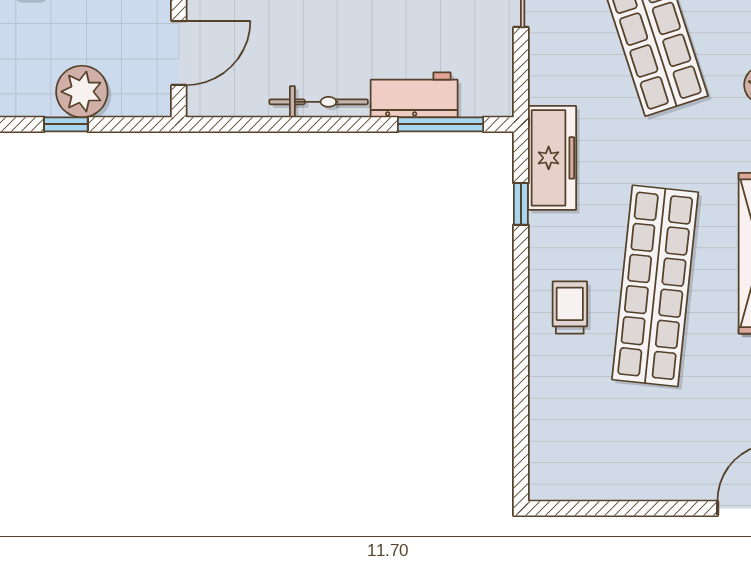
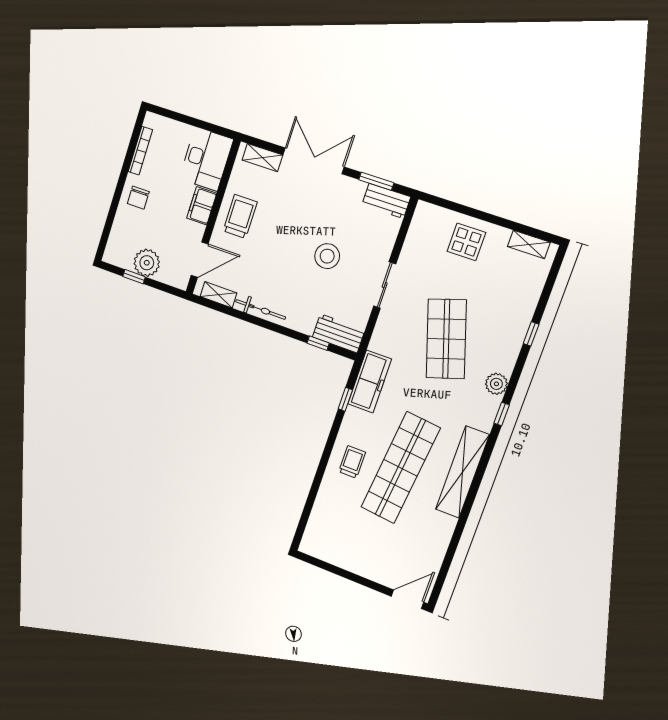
workbench: (414, 95) -> (339, 333), moved
shelving: (234, 103) -> (218, 295), added
window: (441, 124) -> (318, 343), width x0.46

